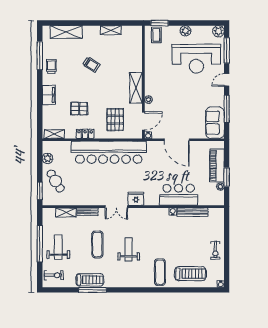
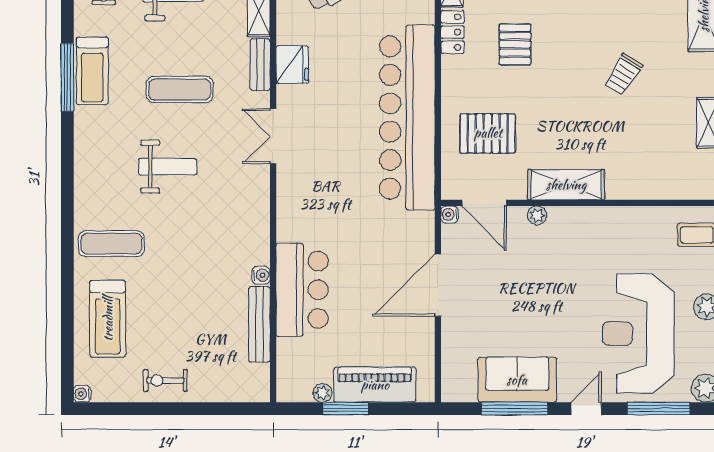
door: (227, 80) -> (586, 409), hinge flipped
sofa: (215, 123) -> (517, 380), moved
locker: (85, 134) -> (452, 32), moved
fridge: (136, 199) -> (292, 65), moved

